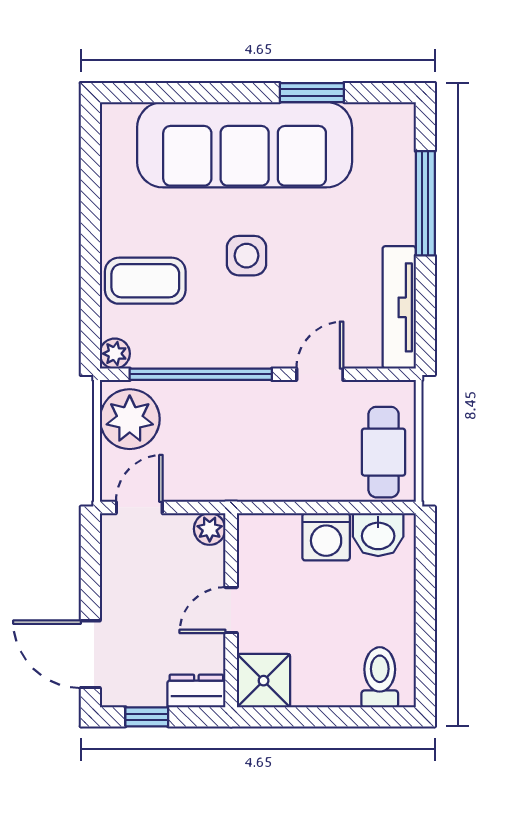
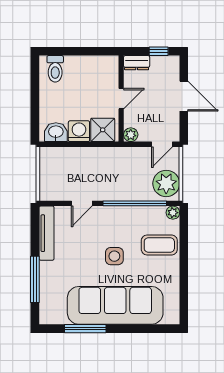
window: (312, 93) -> (85, 329), width x1.44
cafe table: (384, 452) -> (53, 169), removed
door: (90, 654) -> (184, 96), moved
shower: (264, 681) -> (103, 130), moved

